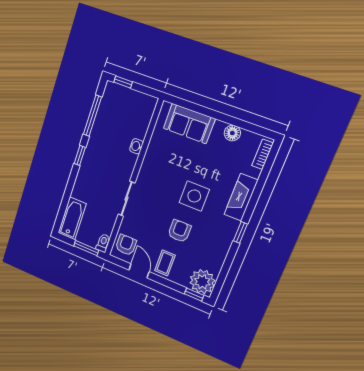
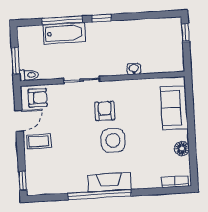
window: (92, 116) -> (62, 20), moved
fireplace: (241, 197) -> (109, 182), moved
bathtub: (72, 218) -> (64, 33), moved
armchair: (179, 231) -> (105, 111), moved, turned -90
window: (240, 232) -> (100, 195), width x3.17
plant: (202, 282) -> (38, 183), removed

